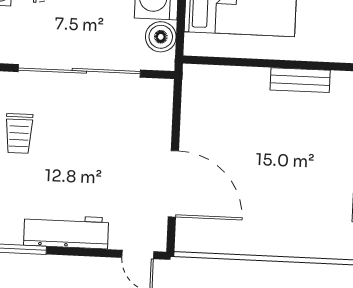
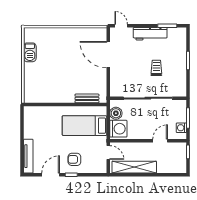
bench: (300, 80) -> (87, 98), moved
trolley: (19, 133) -> (156, 68), moved

